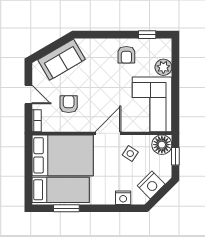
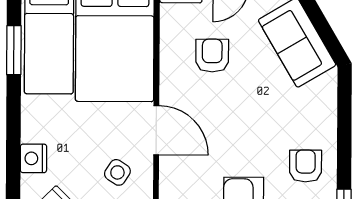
armchair: (126, 55) -> (306, 166), turned 90
armchair: (69, 104) -> (212, 56), turned -90

